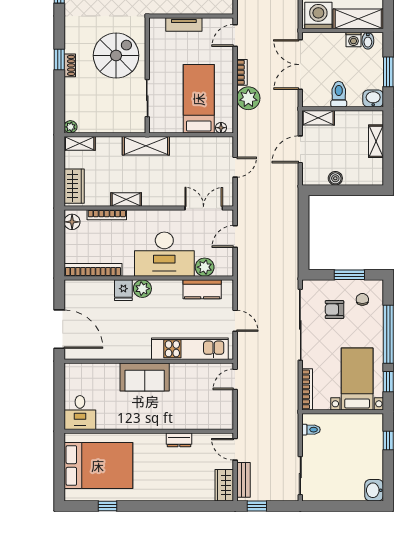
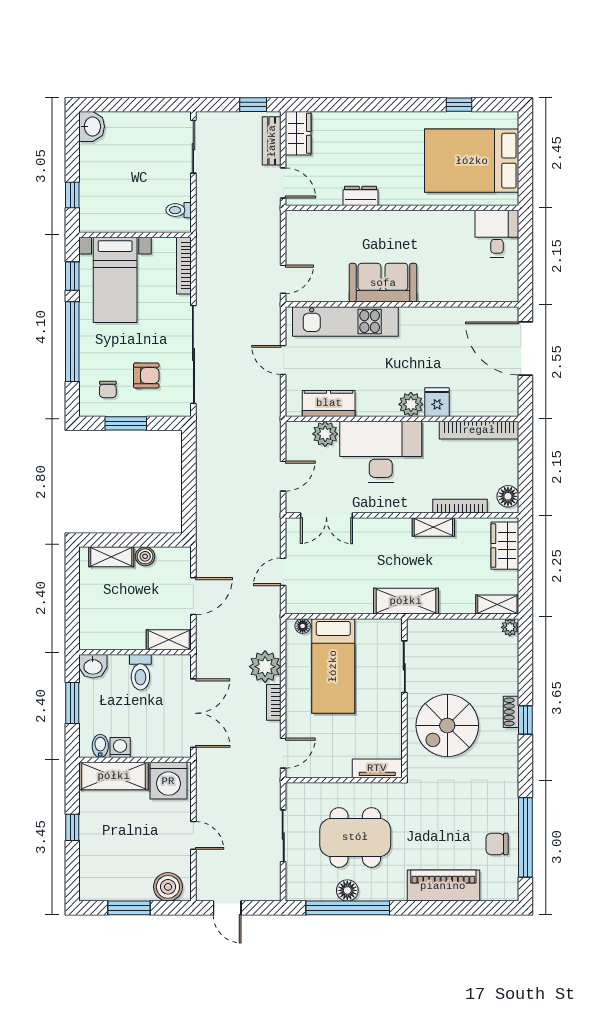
tv unit: (184, 24) -> (377, 768), moved
shelving: (376, 141) -> (111, 557), moved, turned 90
sofa: (145, 377) -> (383, 283), moved

